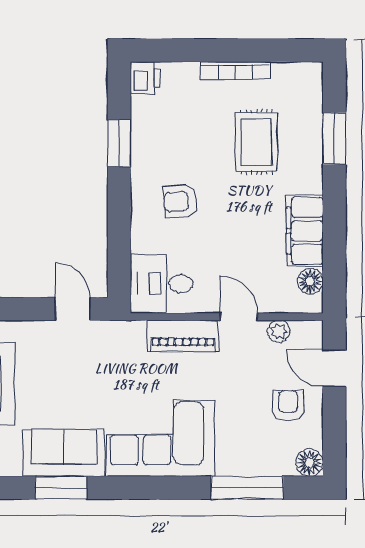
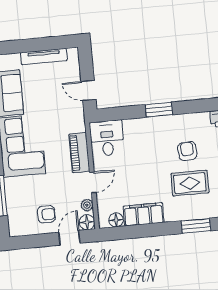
window: (119, 143) -> (159, 110), moved
armchair: (181, 201) -> (187, 151), moved
door: (73, 309) -> (88, 91), swing flipped
floor lamp: (309, 463) -> (87, 222), moved

